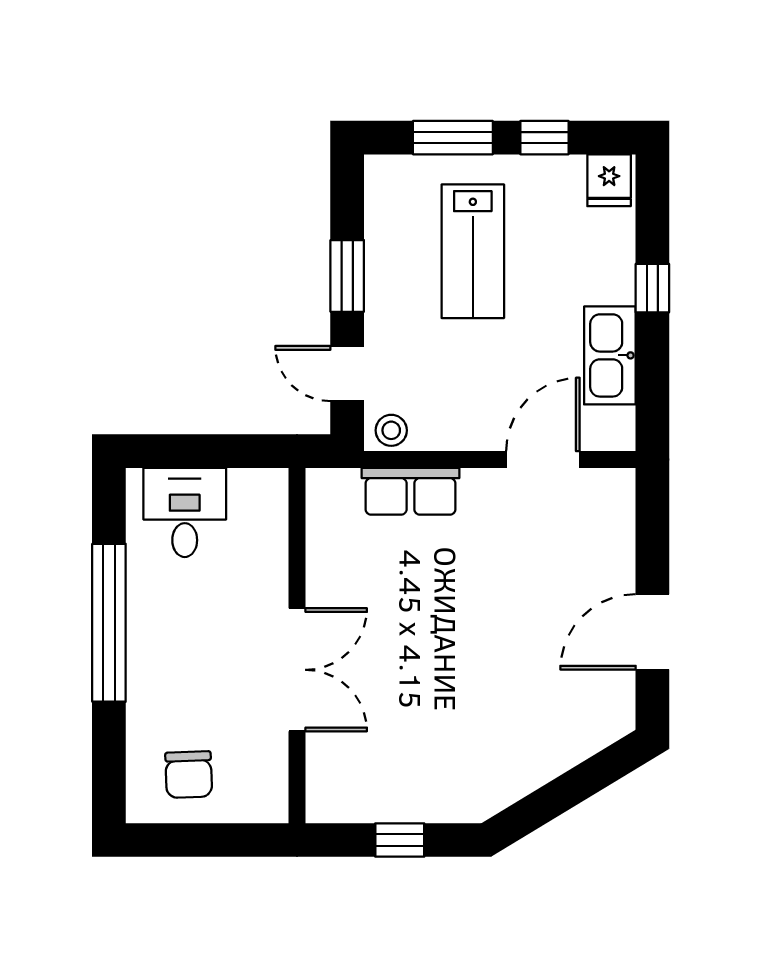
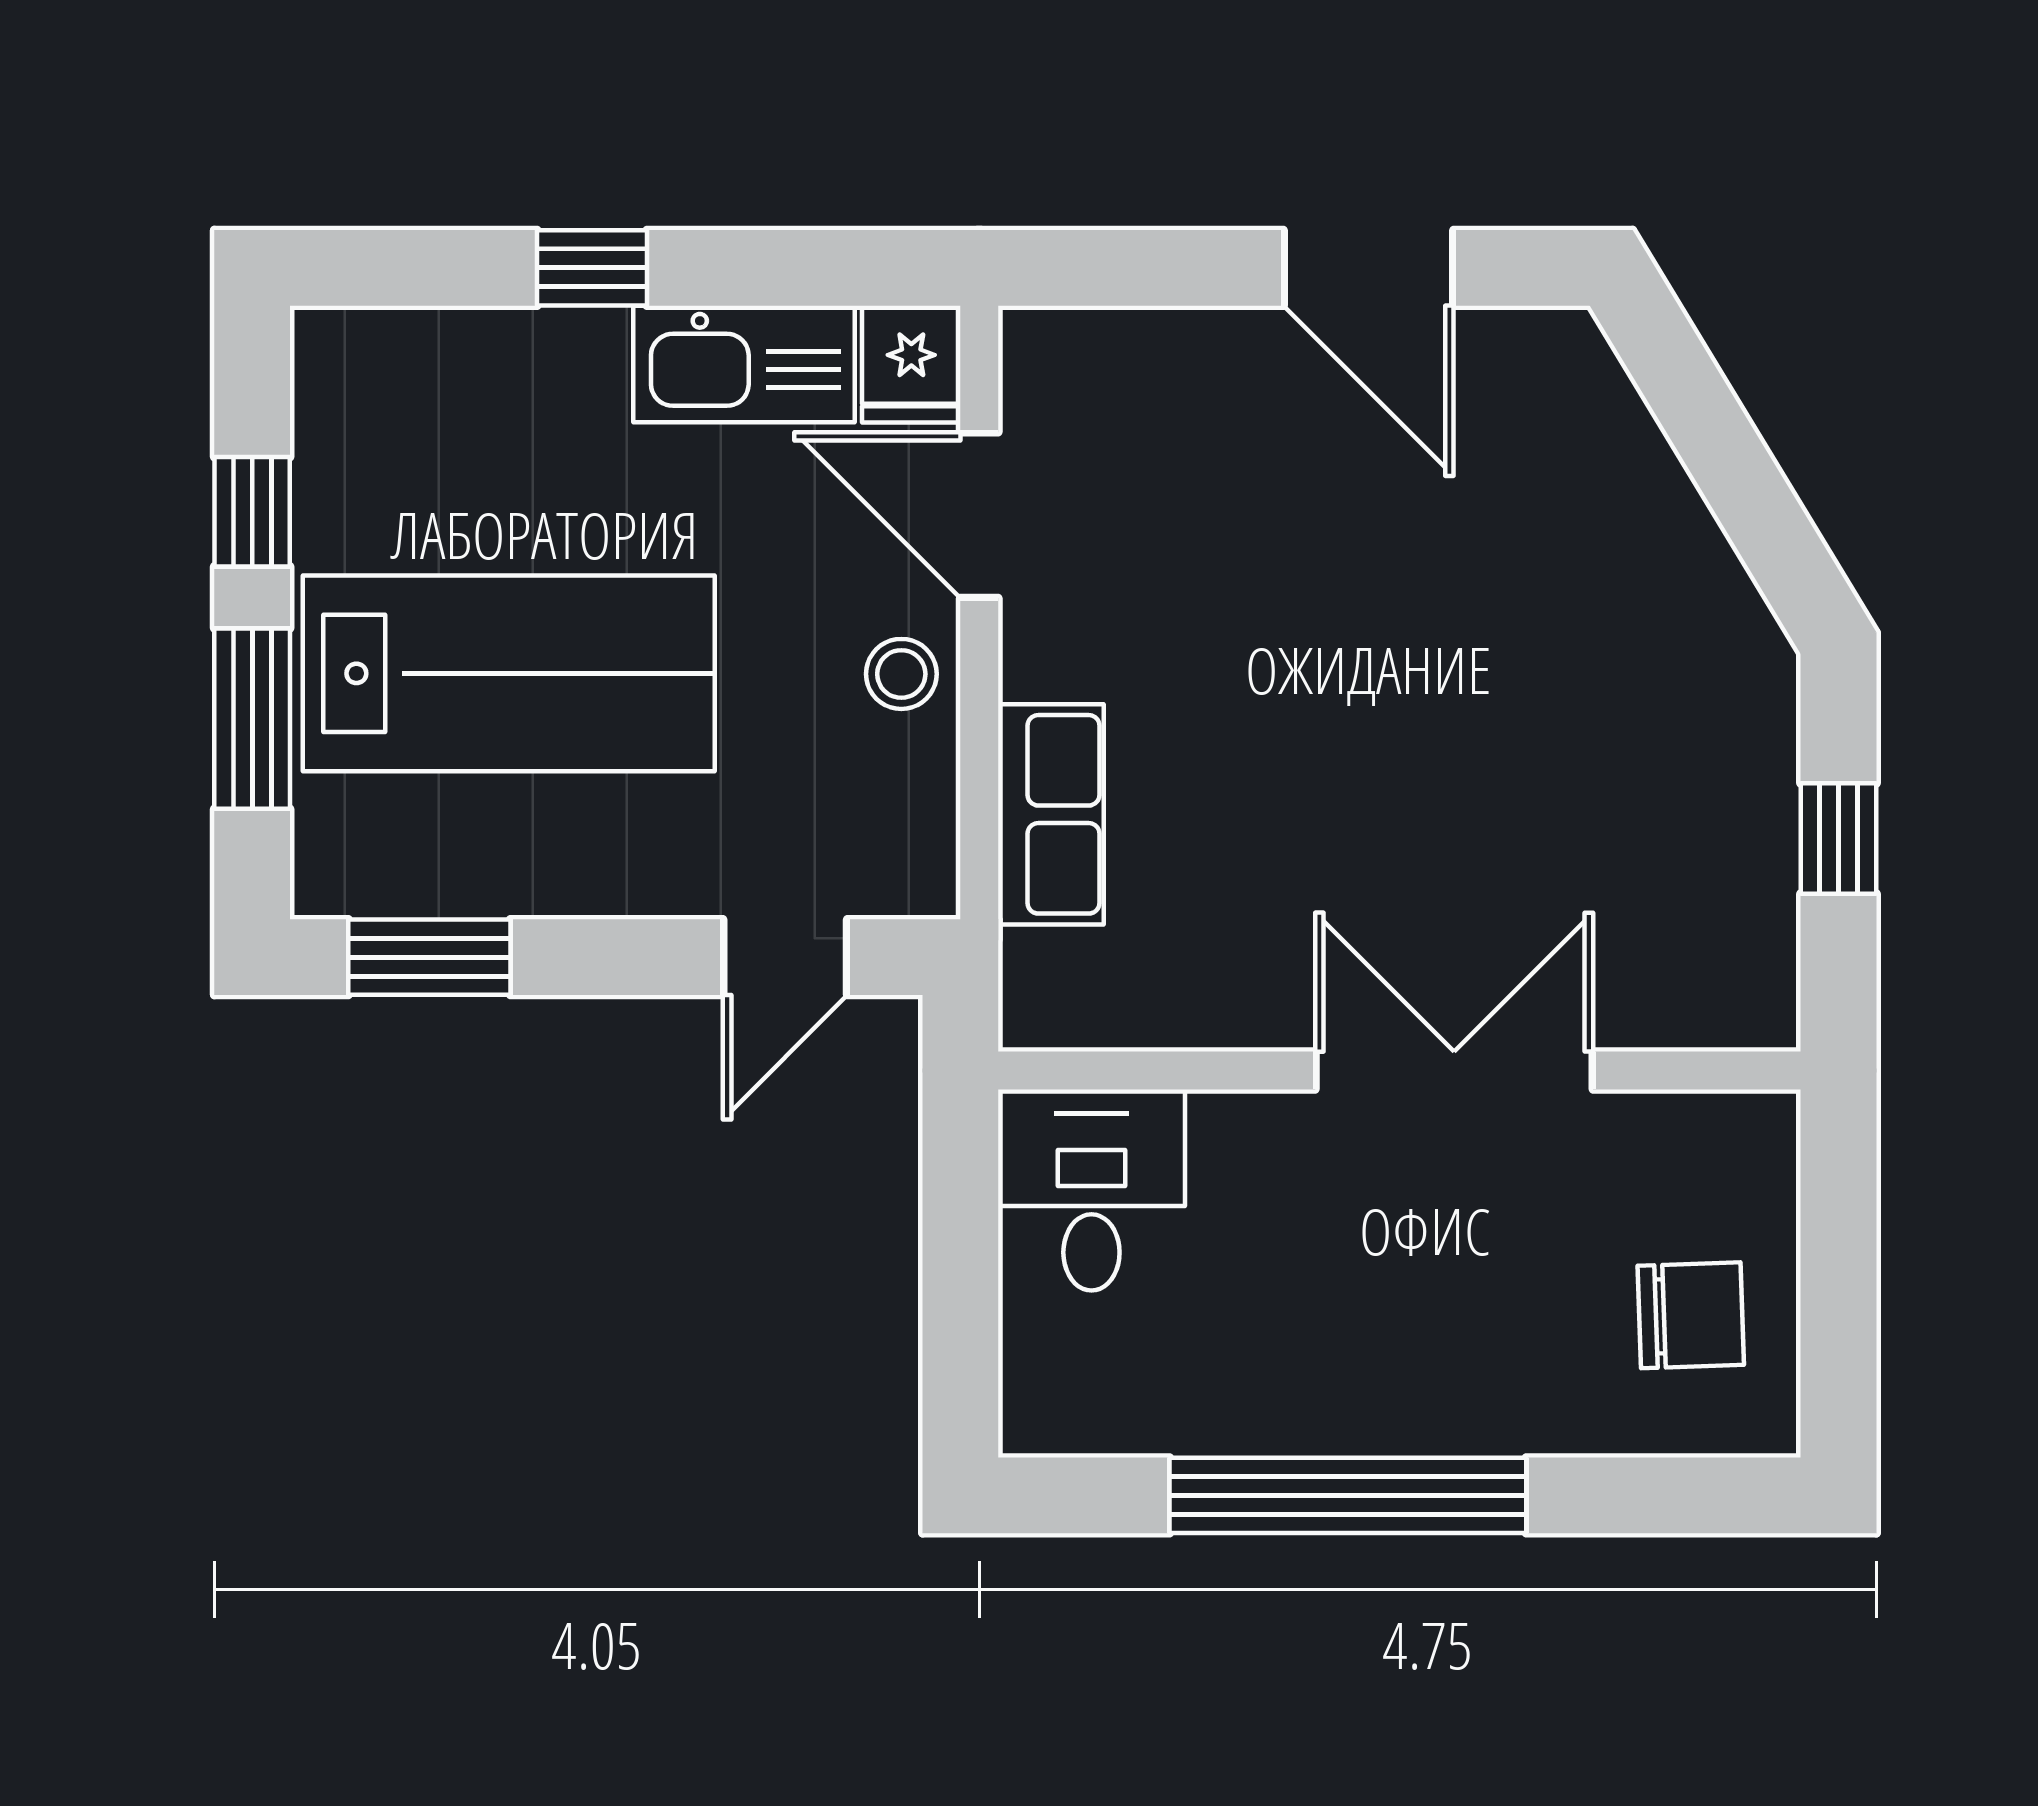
fridge: (609, 180) -> (911, 364), moved, turned 90
lab bench: (473, 251) -> (509, 673), width x1.36, depth x1.39
window: (347, 276) -> (429, 957), moved
stool: (391, 430) -> (901, 674), moved
desk: (185, 512) -> (1091, 1190), moved, turned 90

